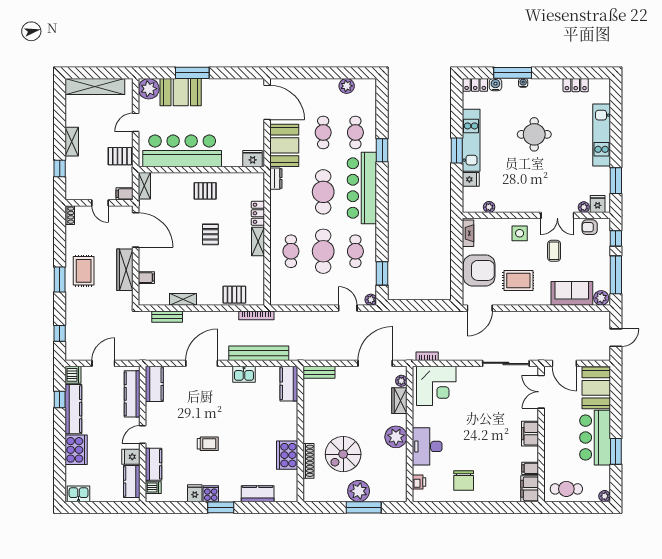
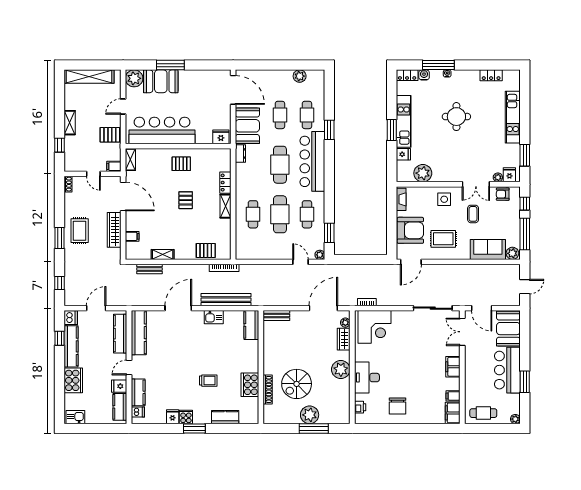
plant: (489, 207) -> (423, 173), width x1.88, depth x1.88
kitchen counter: (154, 384) -> (139, 333), width x1.50
trolley: (208, 444) -> (208, 381), moved

